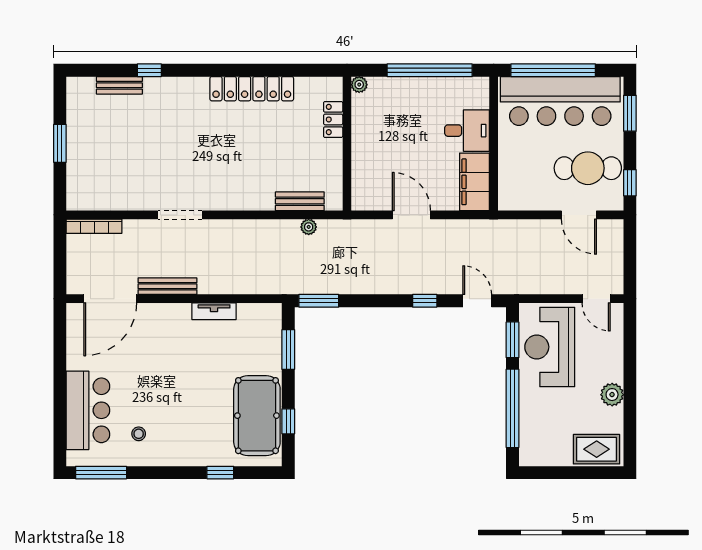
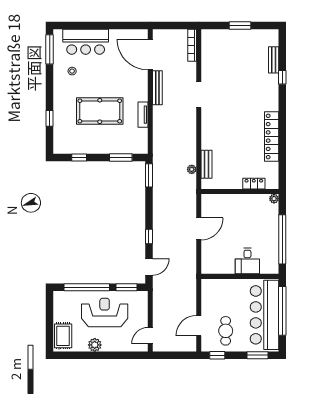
cafe table: (588, 168) -> (226, 331), width x0.73, depth x0.74
filing cabinet: (475, 182) -> (218, 265), removed
reception desk: (550, 347) -> (105, 312), moved
pool table: (257, 416) -> (100, 111), moved

